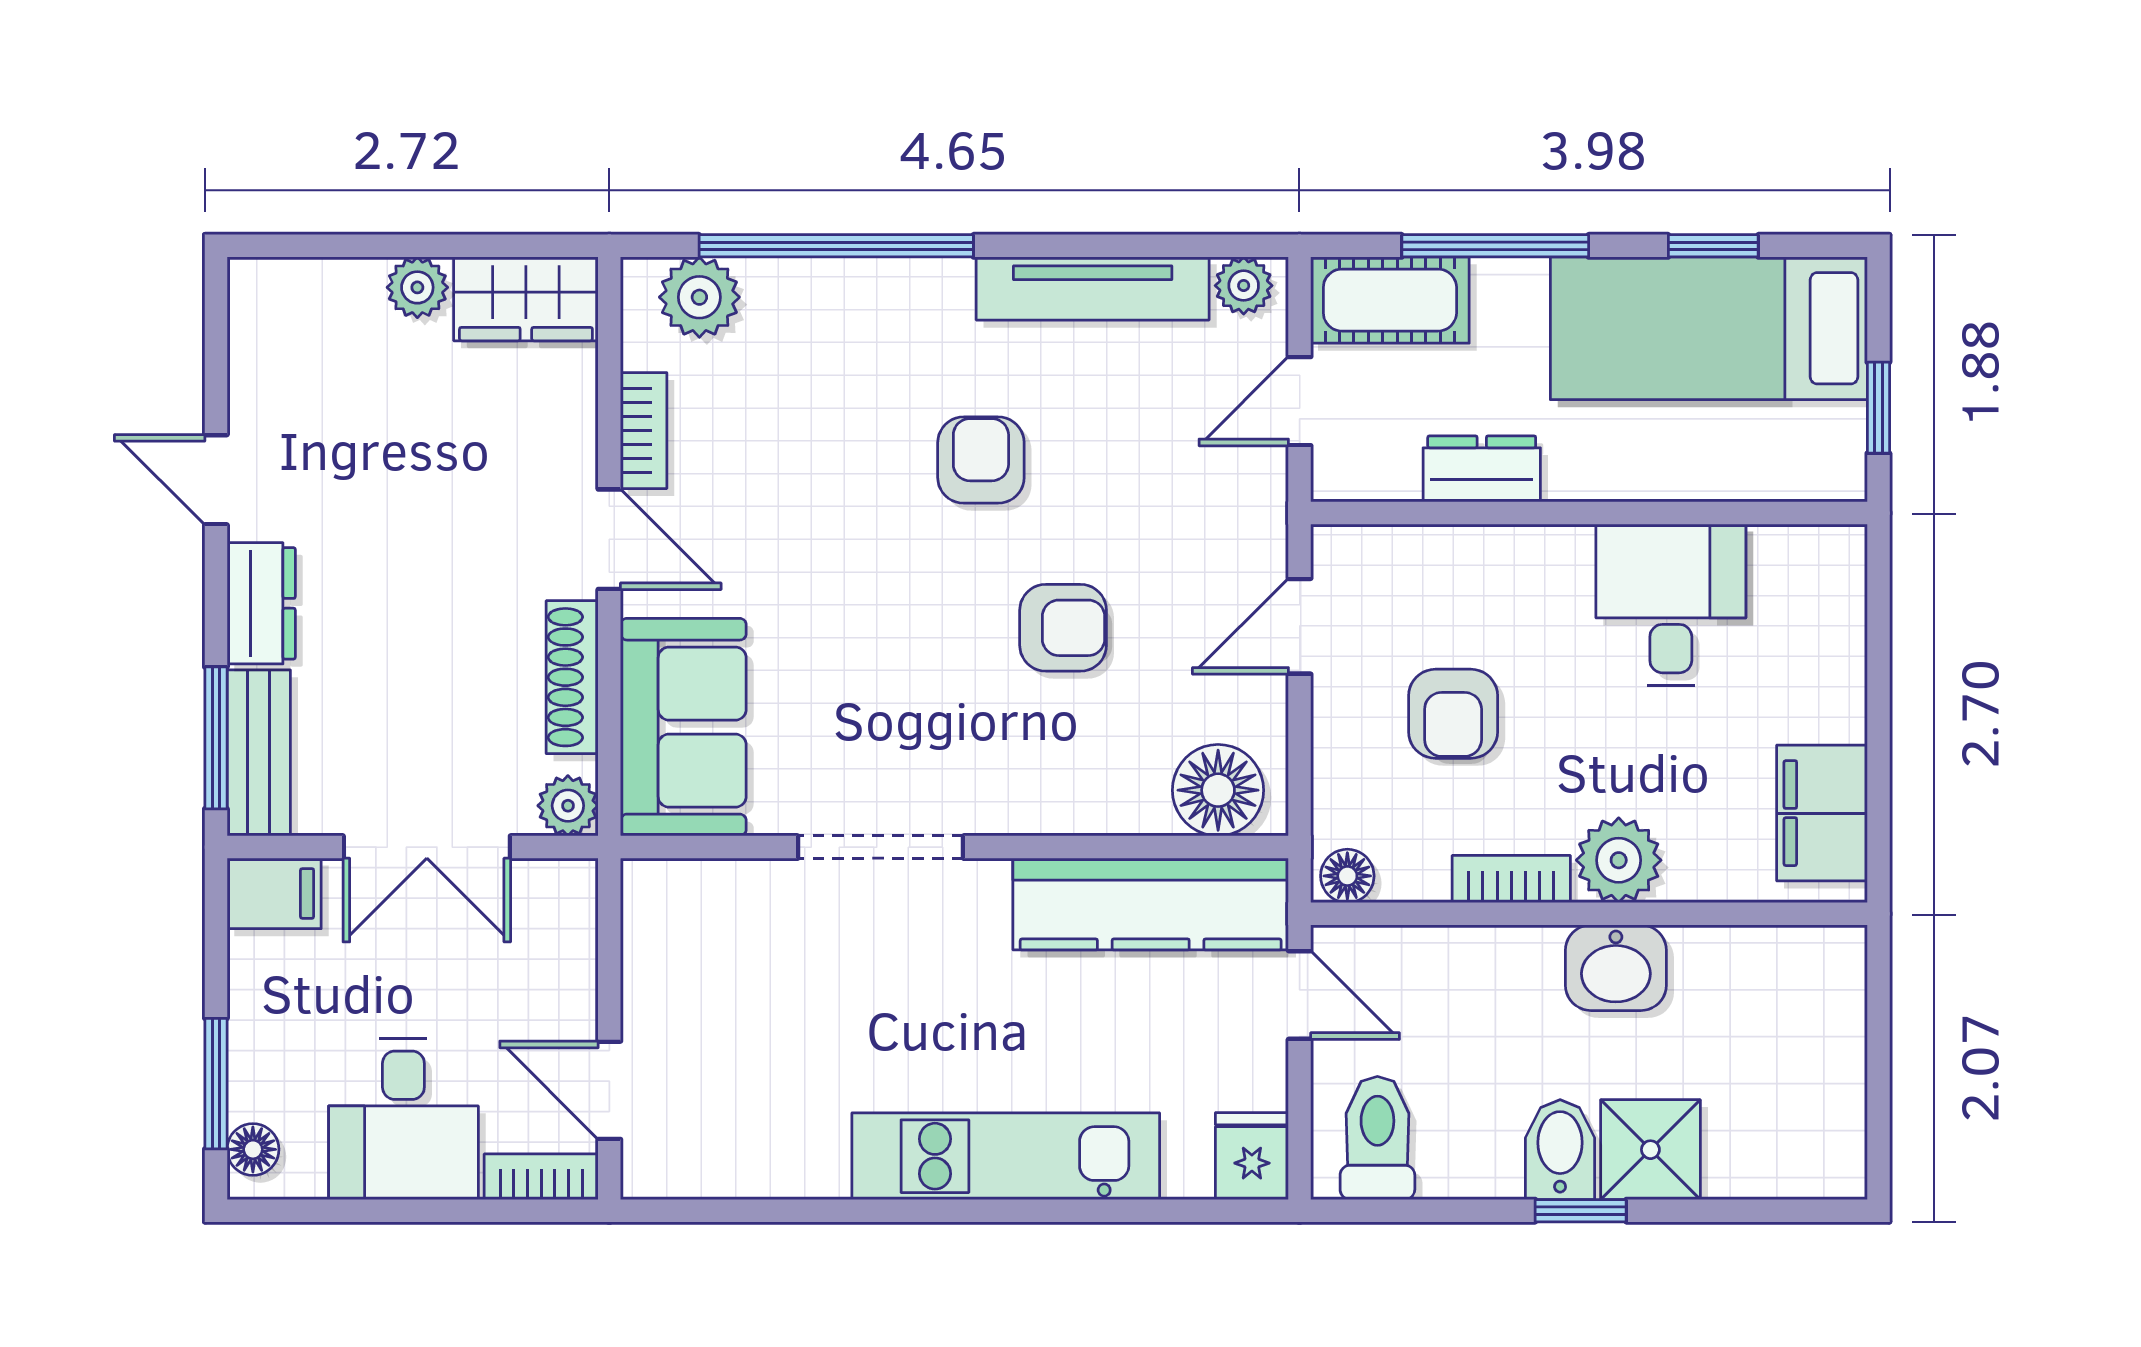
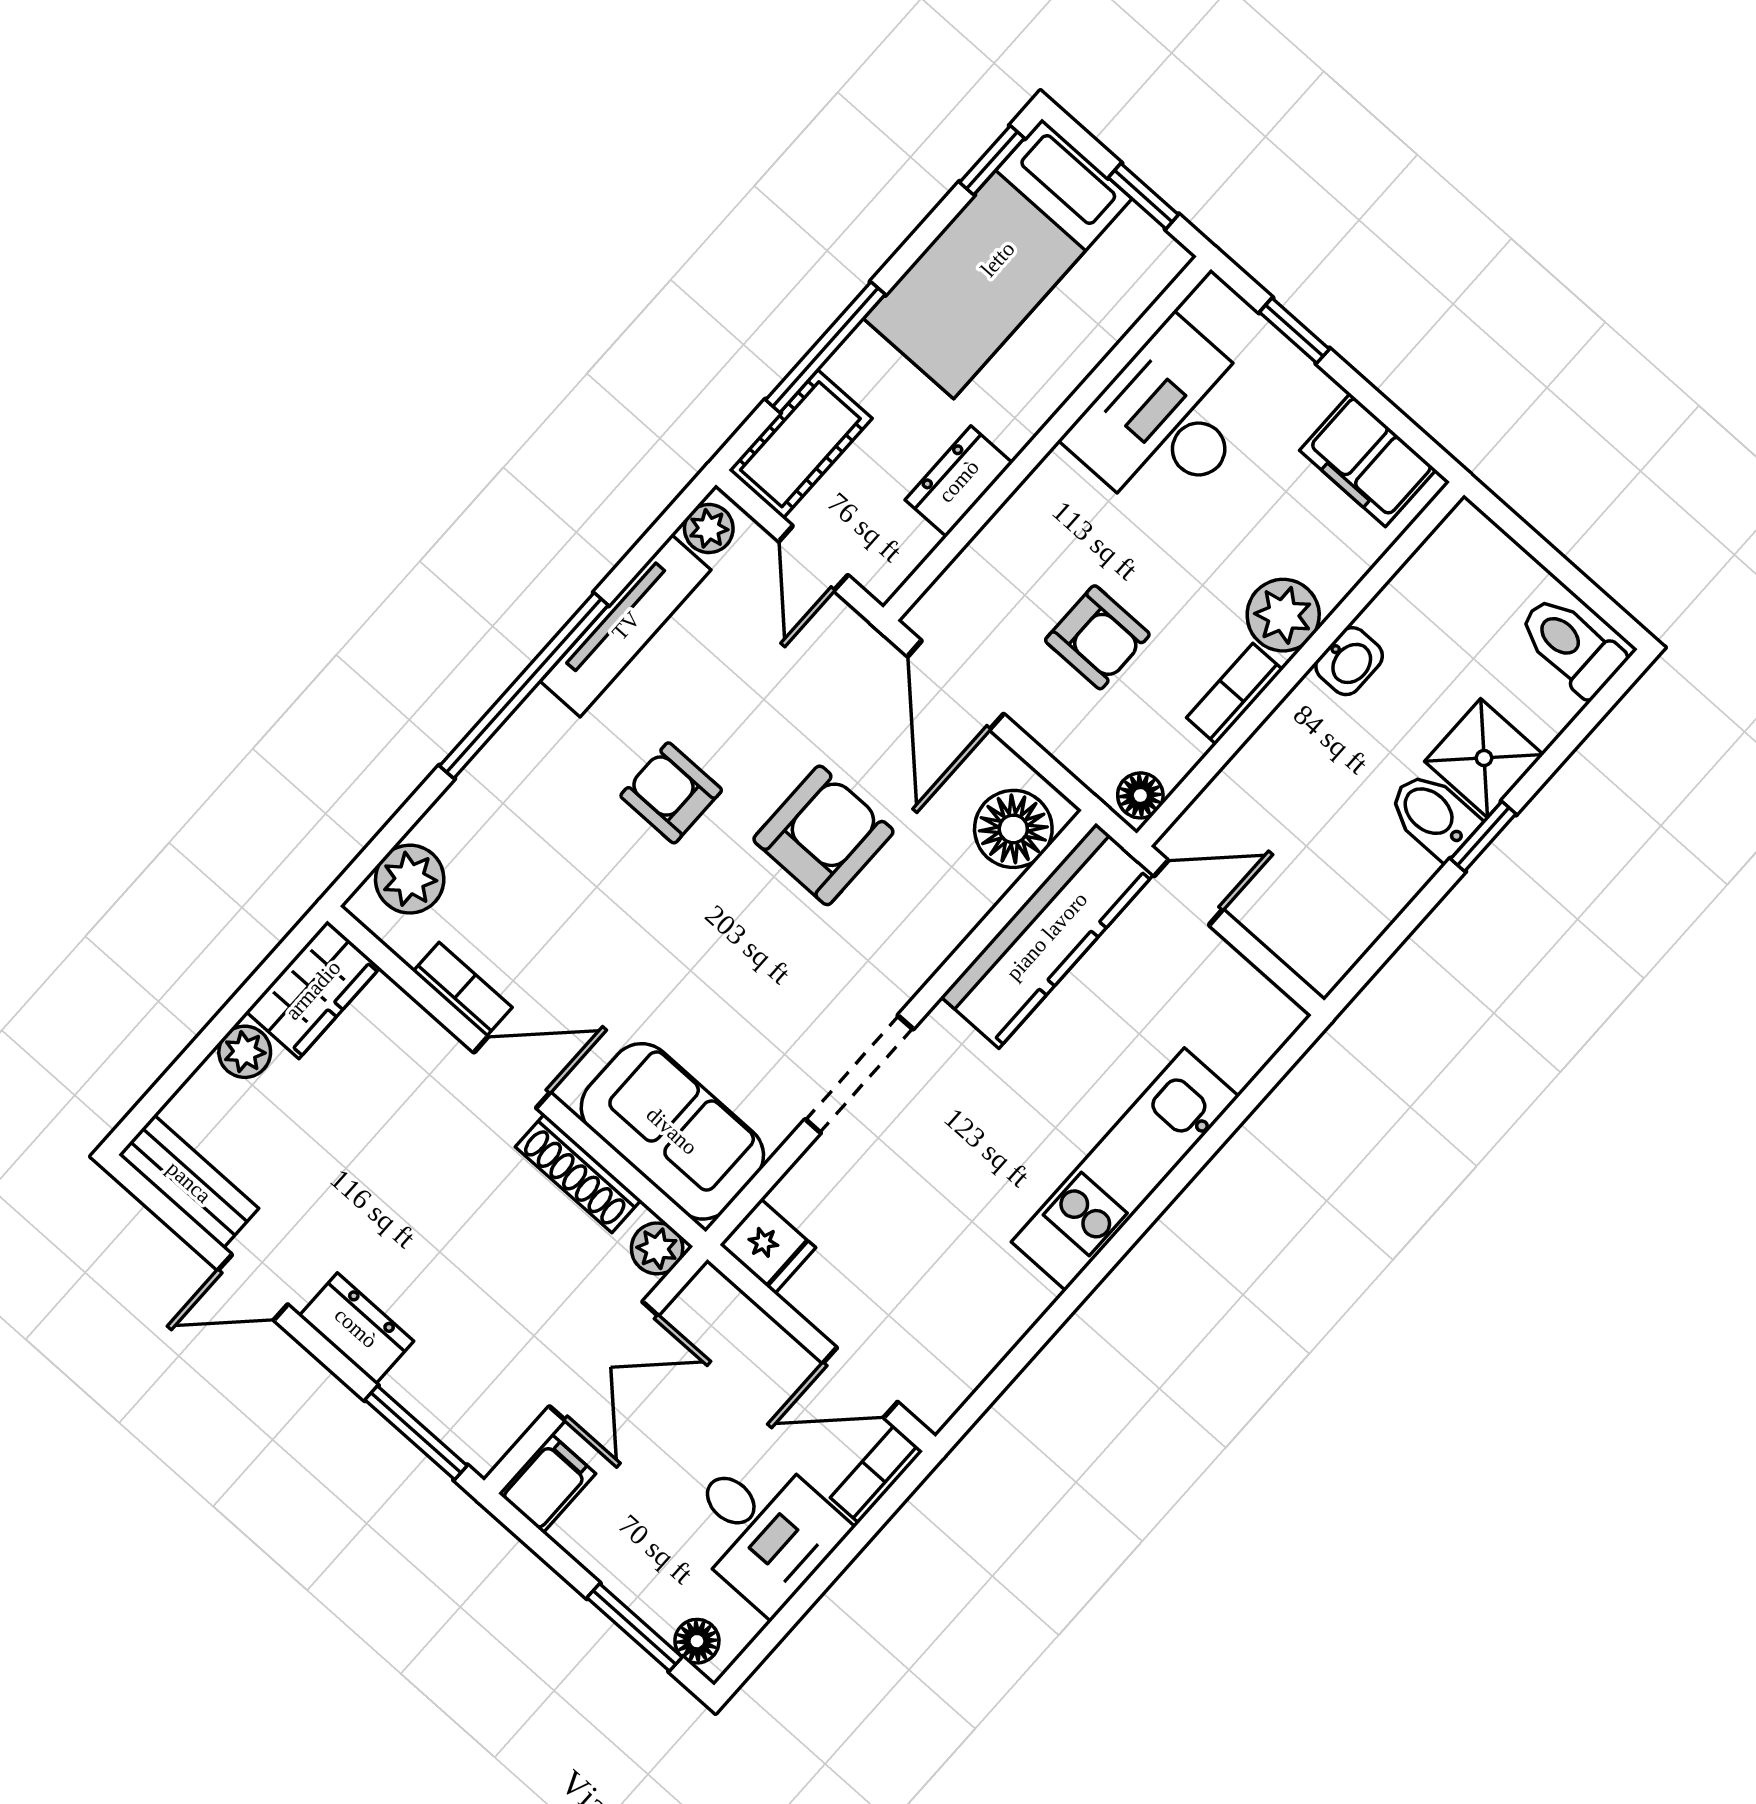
window: (836, 246) -> (524, 685), moved
window: (1713, 246) -> (992, 160), moved
desk: (1671, 605) -> (1167, 421), width x1.37
door: (1300, 626) -> (956, 685), width x1.37
armchair: (1063, 628) -> (823, 835), width x1.38, depth x1.38
window: (1878, 646) -> (1294, 331), added
bench: (259, 753) -> (189, 1182), moved
washbasin: (1616, 968) -> (1349, 661), width x0.72, depth x0.69
toilet: (1377, 1138) -> (1571, 646), moved
fridge: (1252, 1156) -> (768, 1246), moved, turned 180

